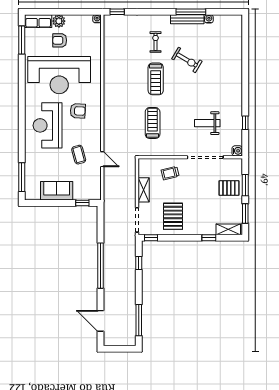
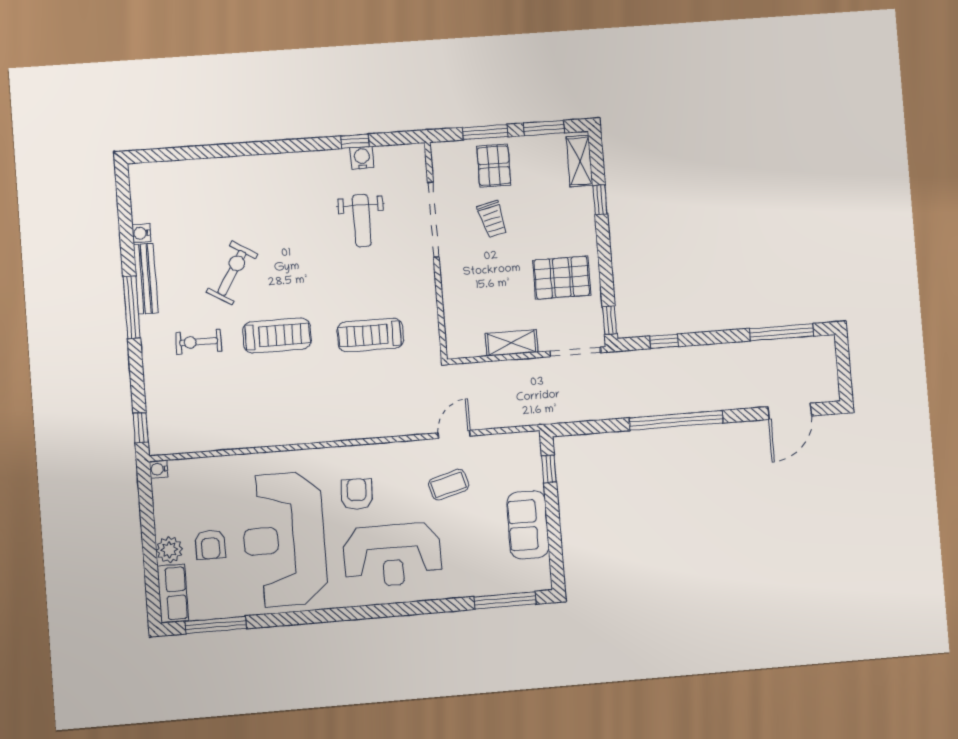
window: (191, 12) -> (132, 307), moved
reception desk: (59, 75) -> (284, 539), turned 180
water cooler: (237, 151) -> (362, 158), moved
trolley: (170, 173) -> (492, 219), moved

